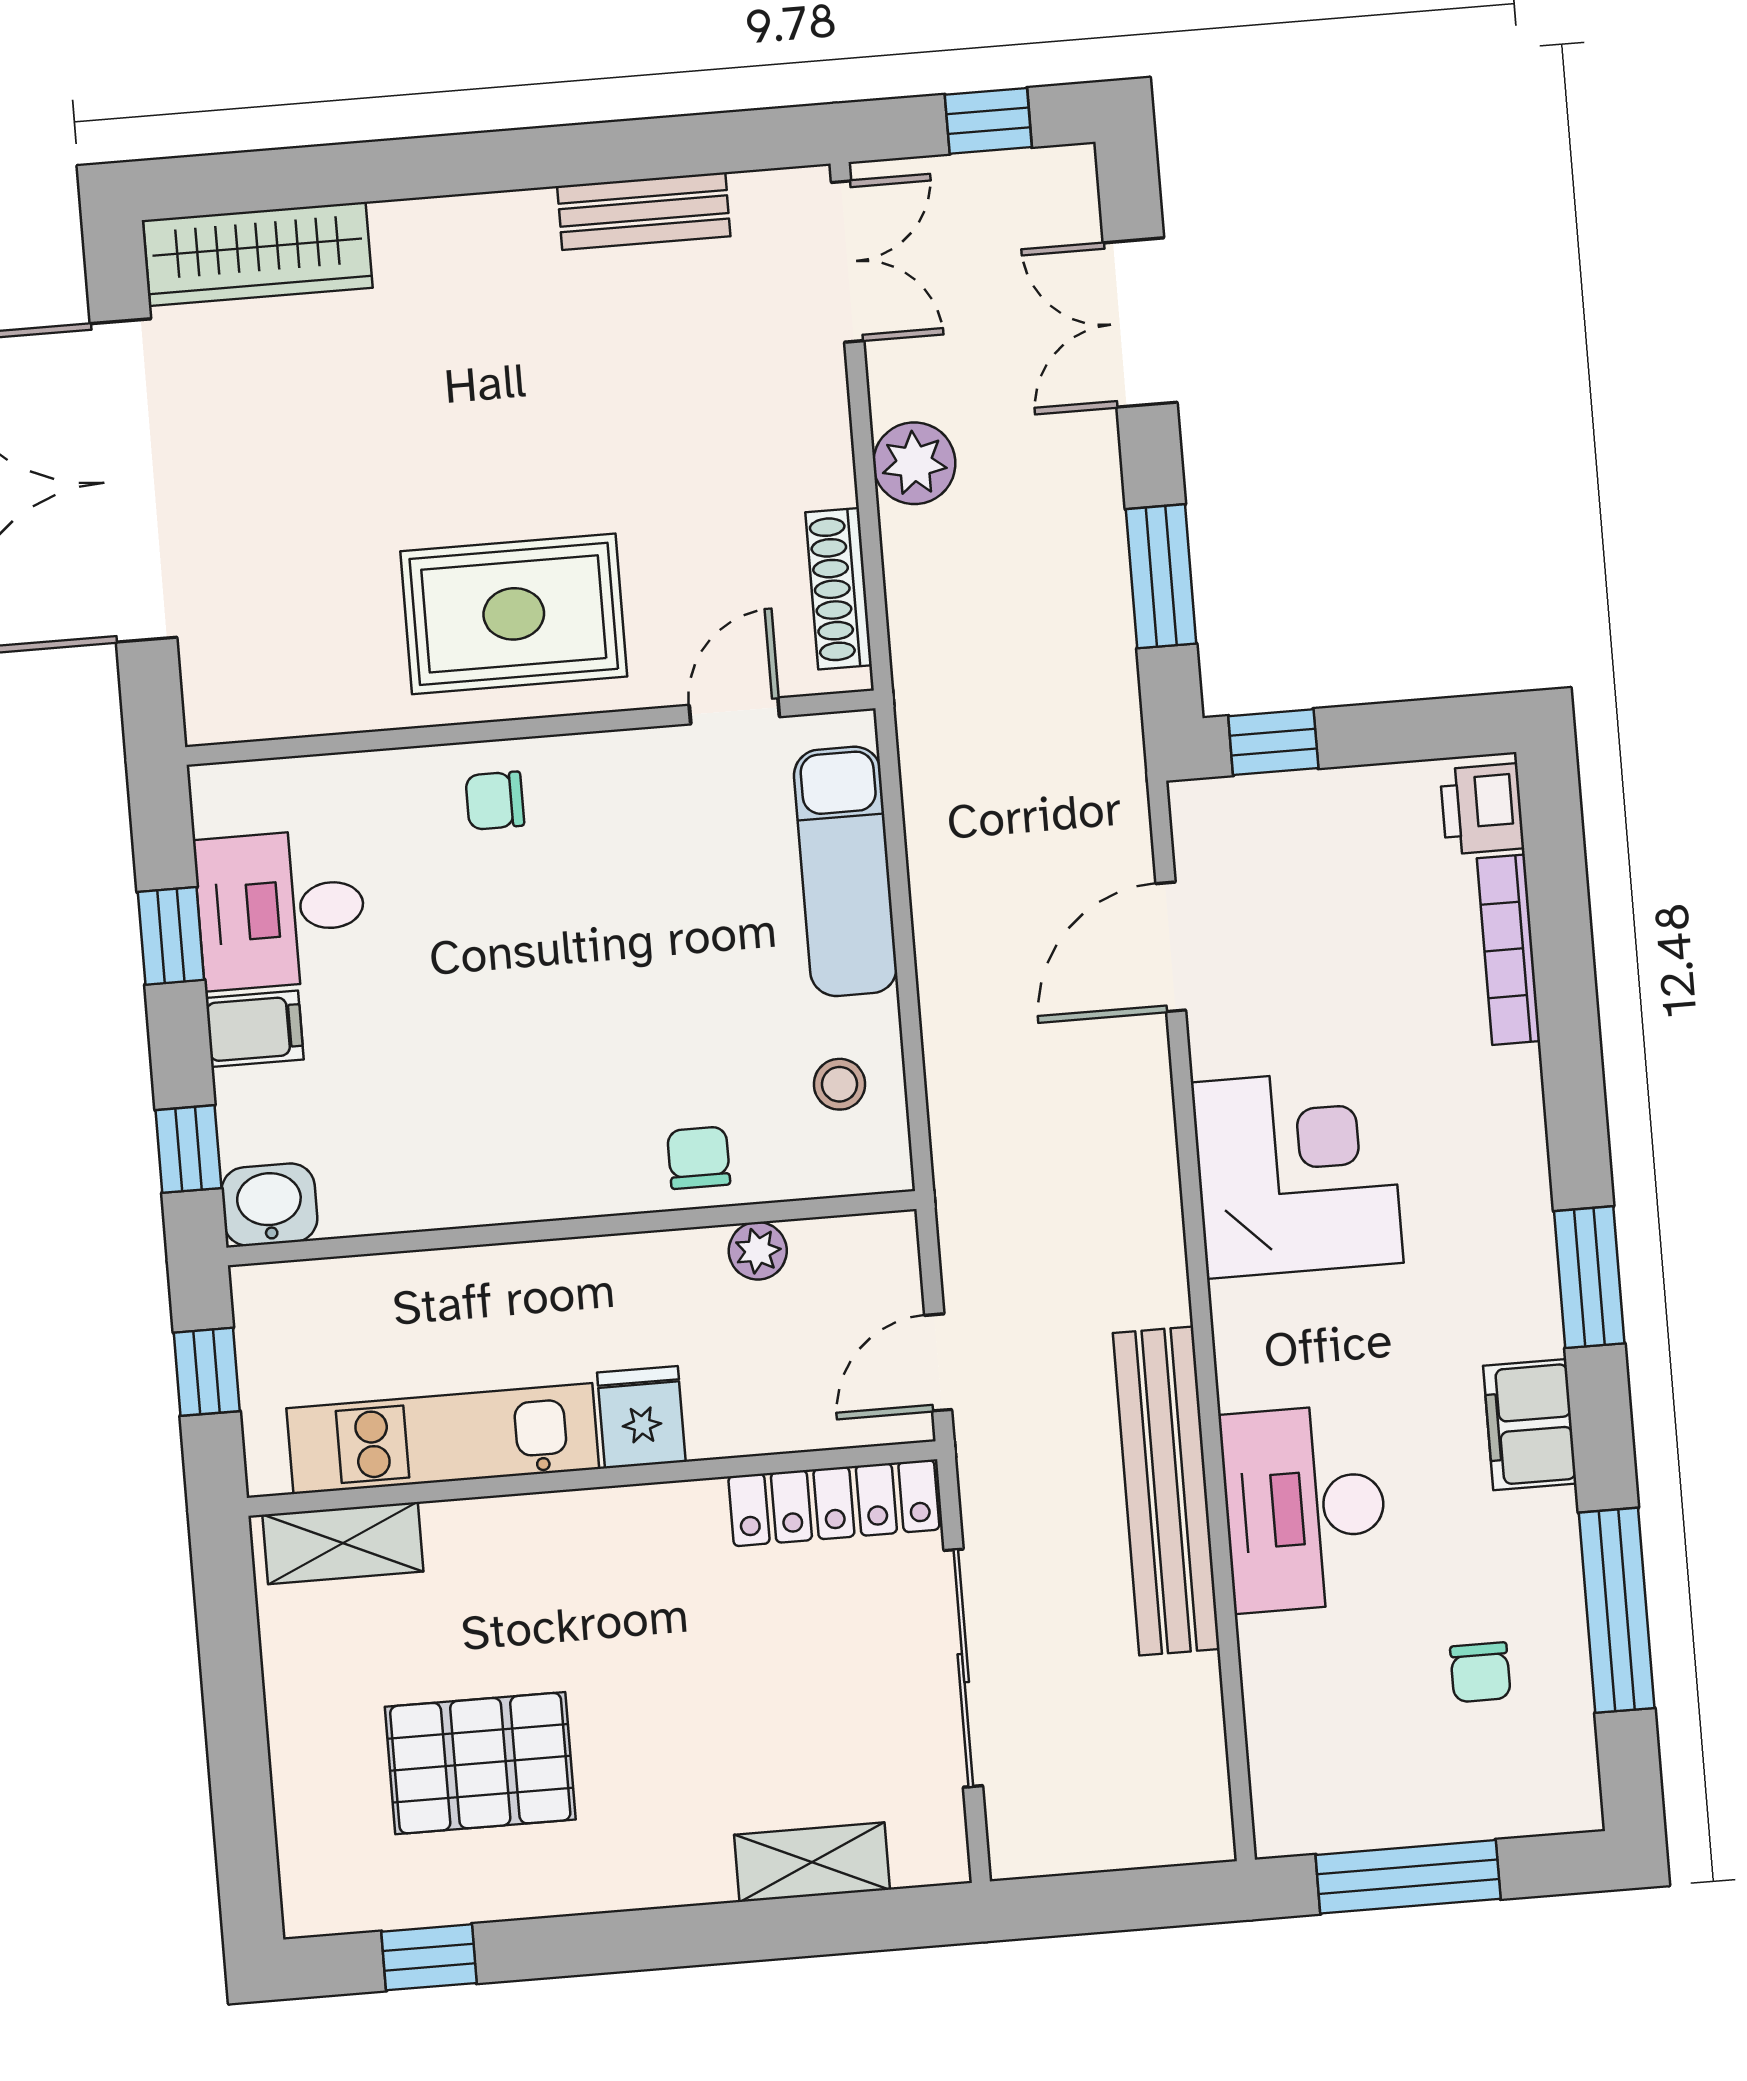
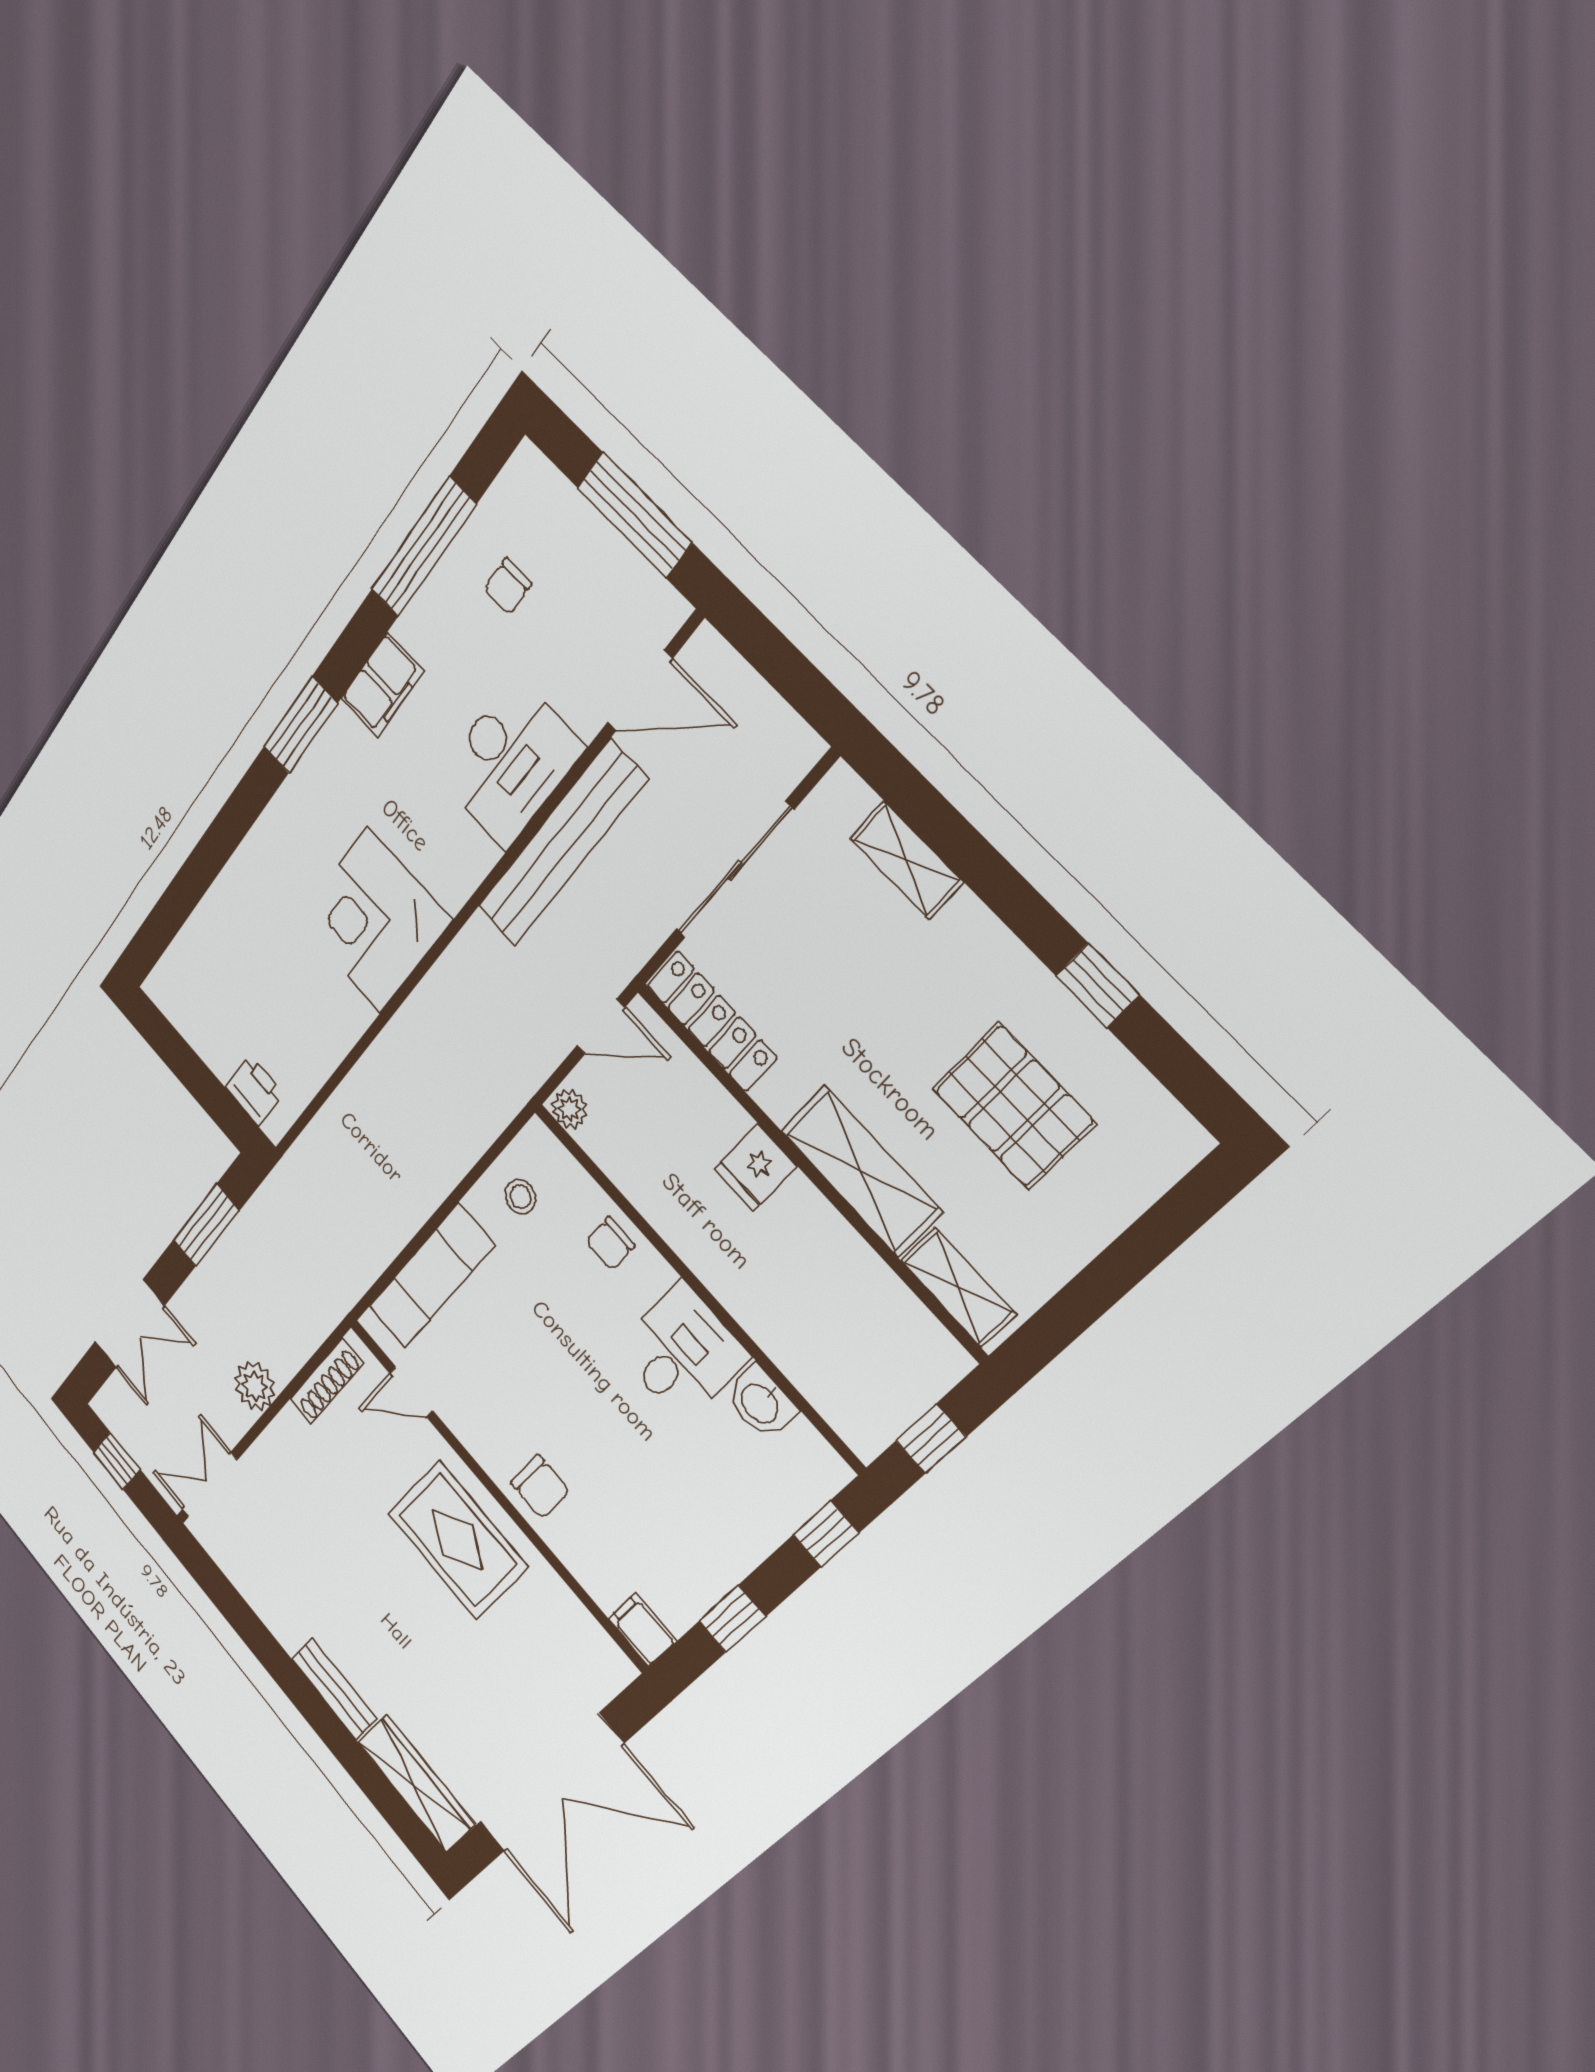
bench: (644, 211) -> (334, 1689), moved
window: (1273, 742) -> (223, 1109), removed
chair: (495, 801) -> (540, 1487), width x1.37, depth x1.37
printer: (1482, 809) -> (255, 1090), moved, turned -90
desk: (281, 909) -> (682, 1353), moved, turned -90
door: (1171, 947) -> (640, 691), moved
bookcase: (1509, 950) -> (210, 910), removed
filing cabinet: (255, 1029) -> (642, 1630), moved
washbasin: (269, 1205) -> (761, 1403), moved
plant: (758, 1251) -> (570, 1109), moved
kitchen unit: (443, 1439) -> (856, 1273), removed
shelving: (544, 1538) -> (861, 1171), added
chair: (1480, 1672) -> (508, 586), turned 180
window: (429, 1957) -> (1098, 985), moved

